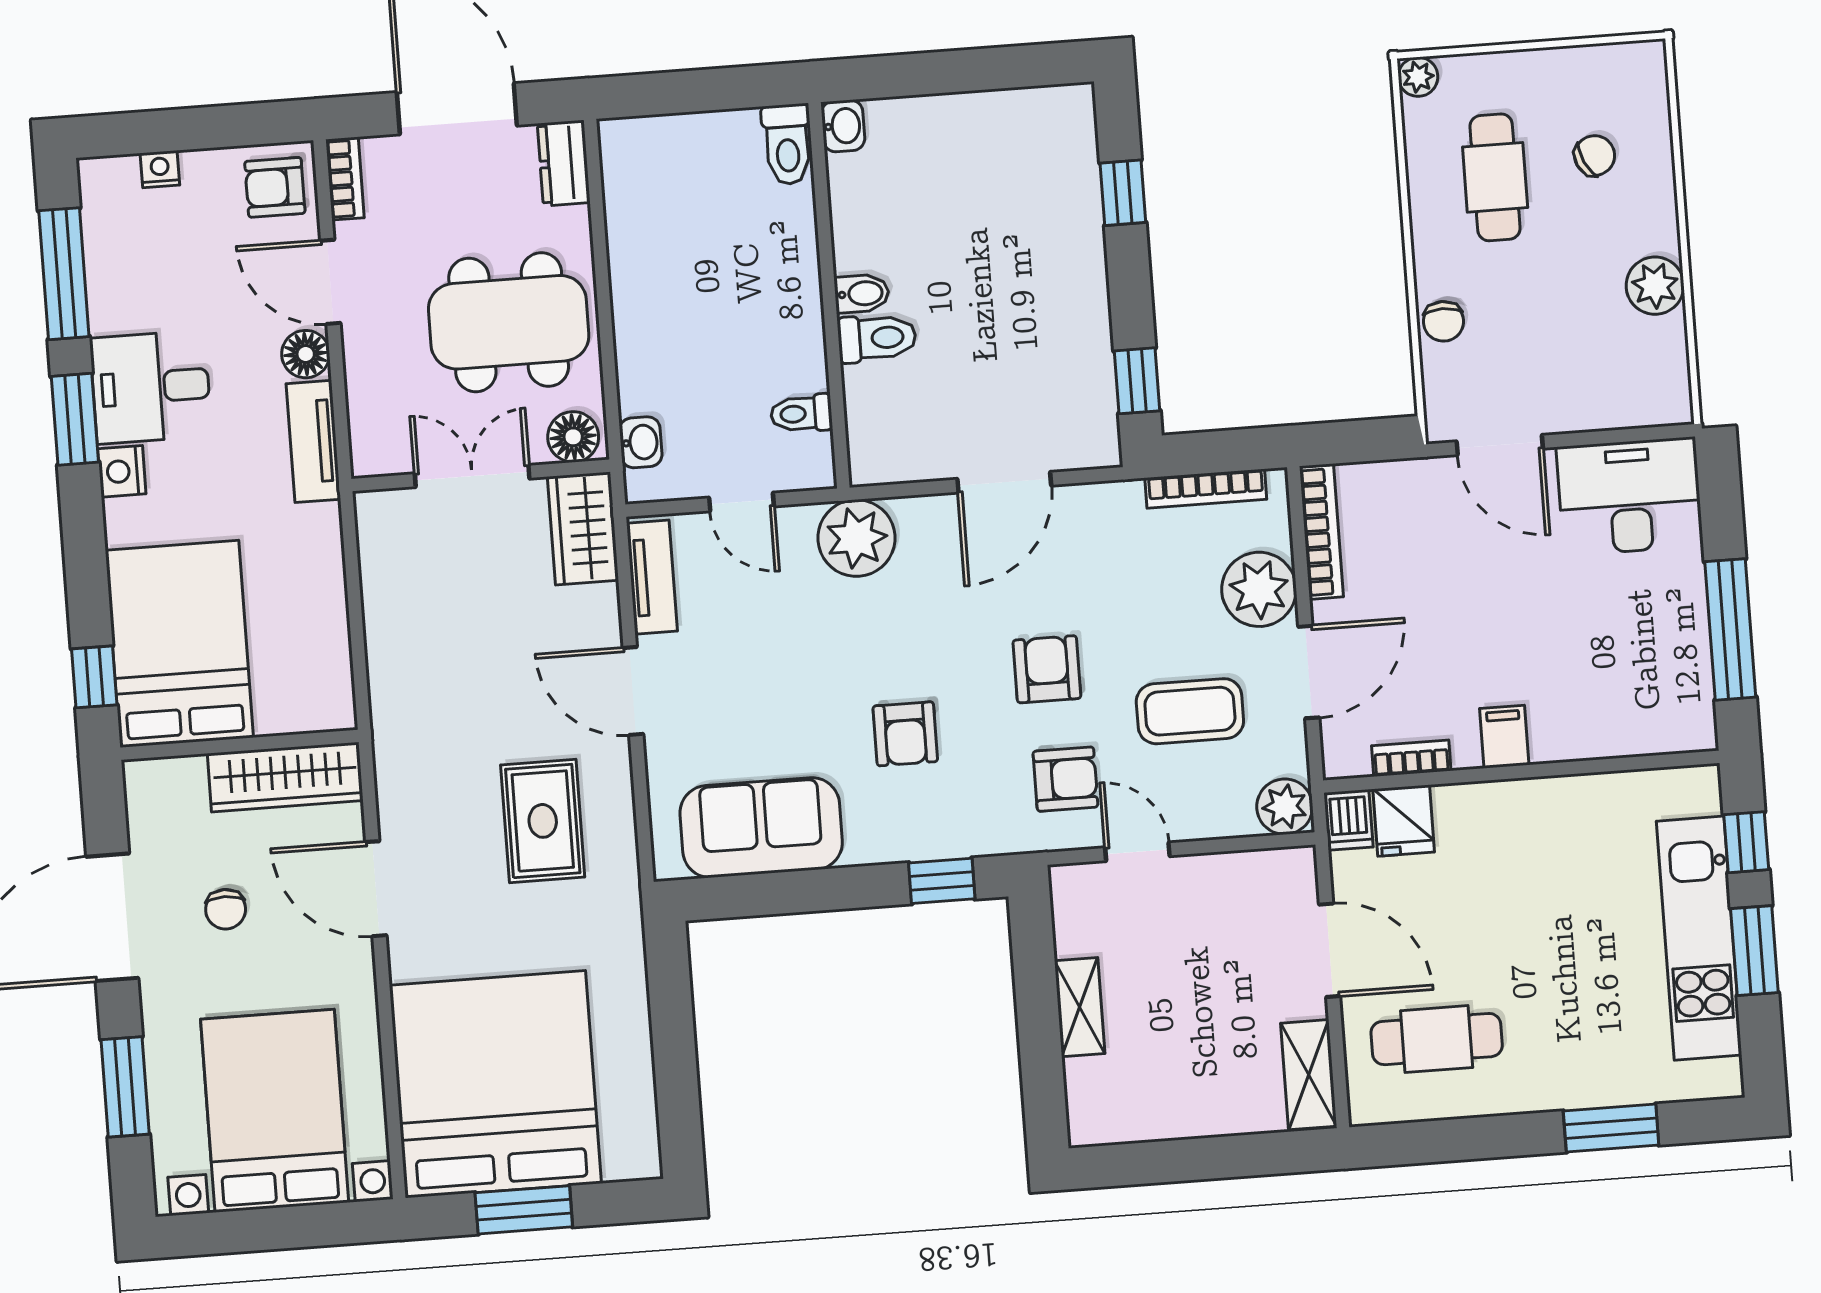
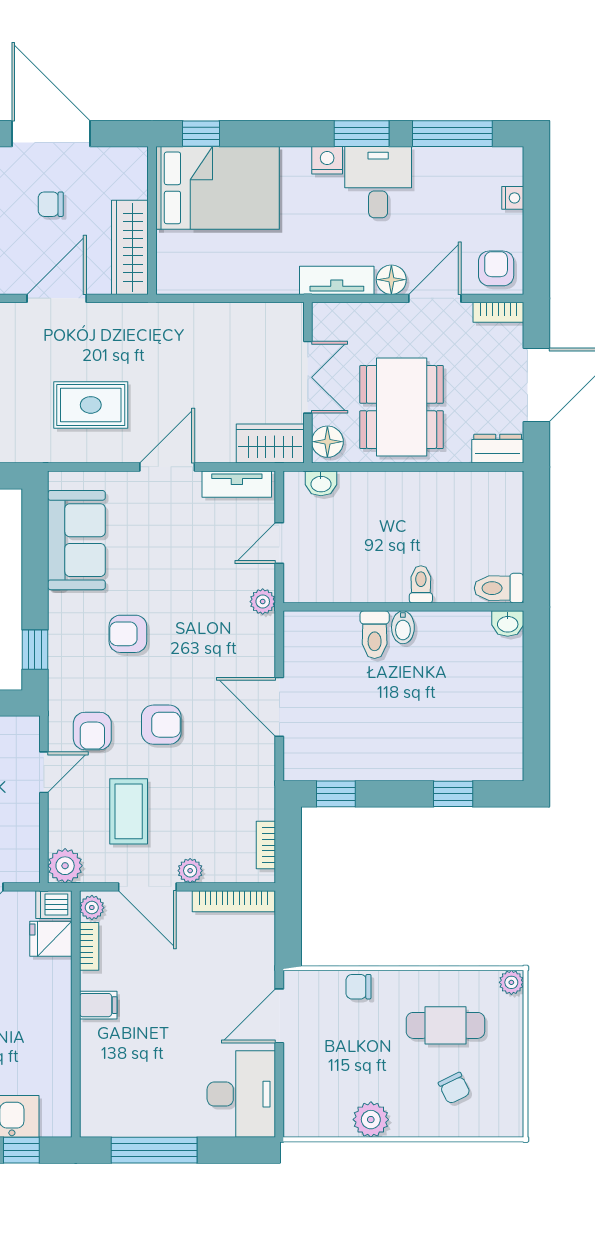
toilet: (801, 414) -> (421, 584), moved
bookcase: (1206, 489) -> (266, 845), width x0.64
plant: (856, 538) -> (263, 602), width x0.53, depth x0.53
plant: (1259, 589) -> (190, 871), width x0.53, depth x0.53
plant: (1349, 759) -> (92, 908), added

